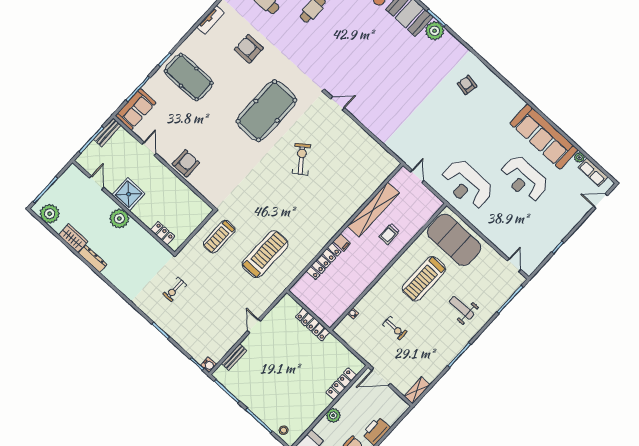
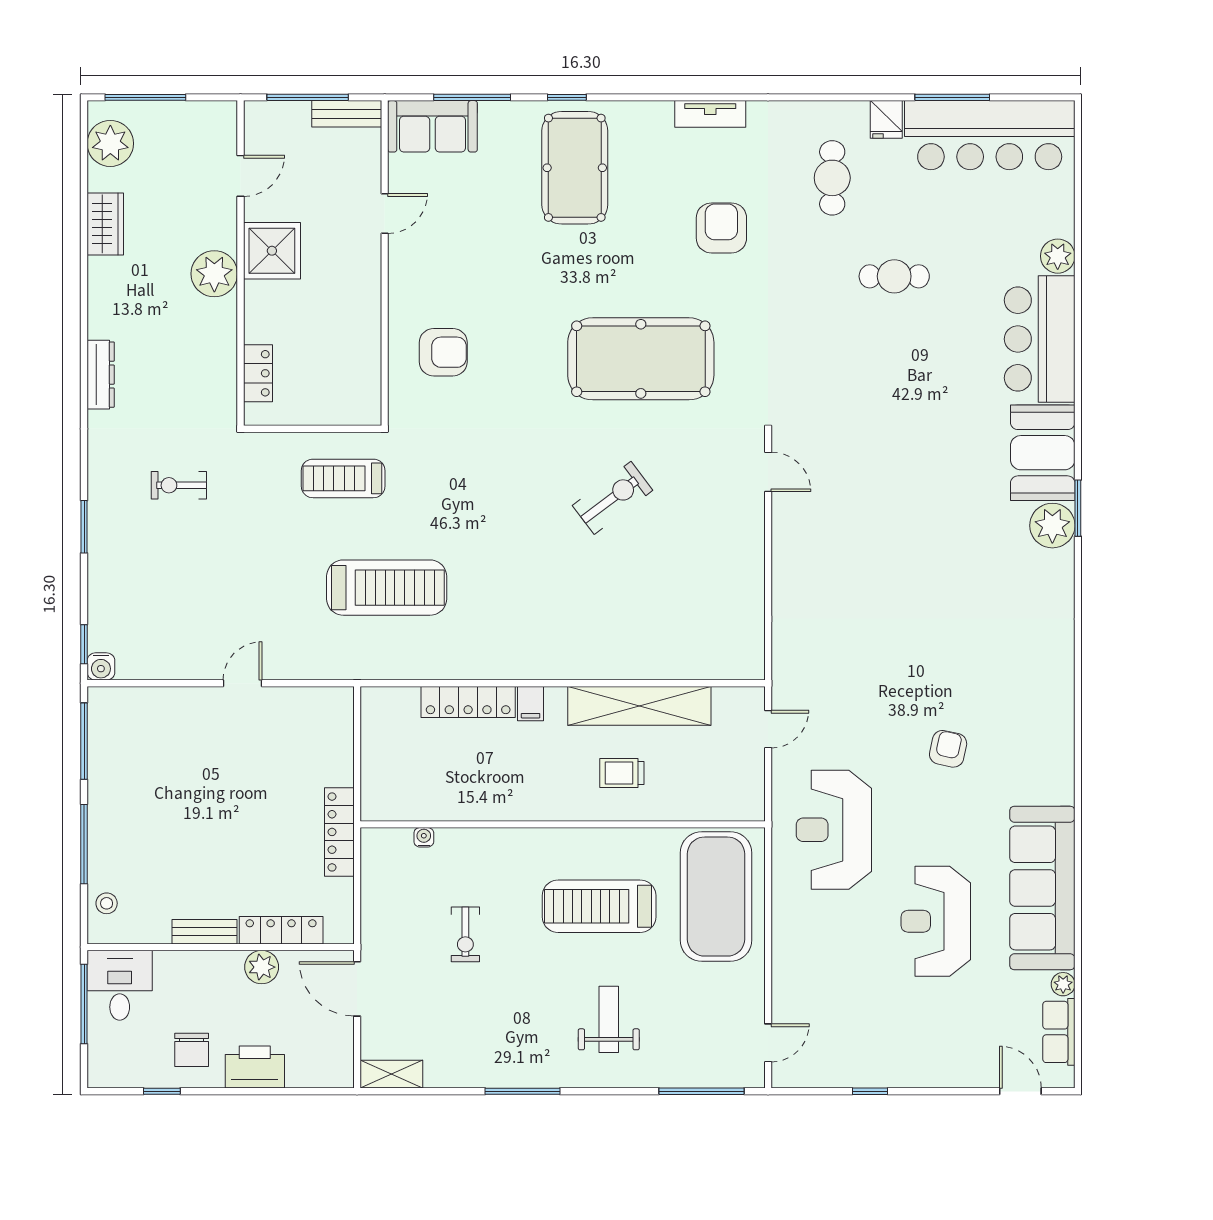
armchair: (467, 85) -> (948, 749), moved
armchair: (186, 163) -> (443, 352), moved
dresser: (93, 259) -> (101, 375), moved
locker: (313, 325) -> (339, 832), moved
bench: (234, 357) -> (204, 932), moved
plant: (333, 415) -> (262, 967), moved

